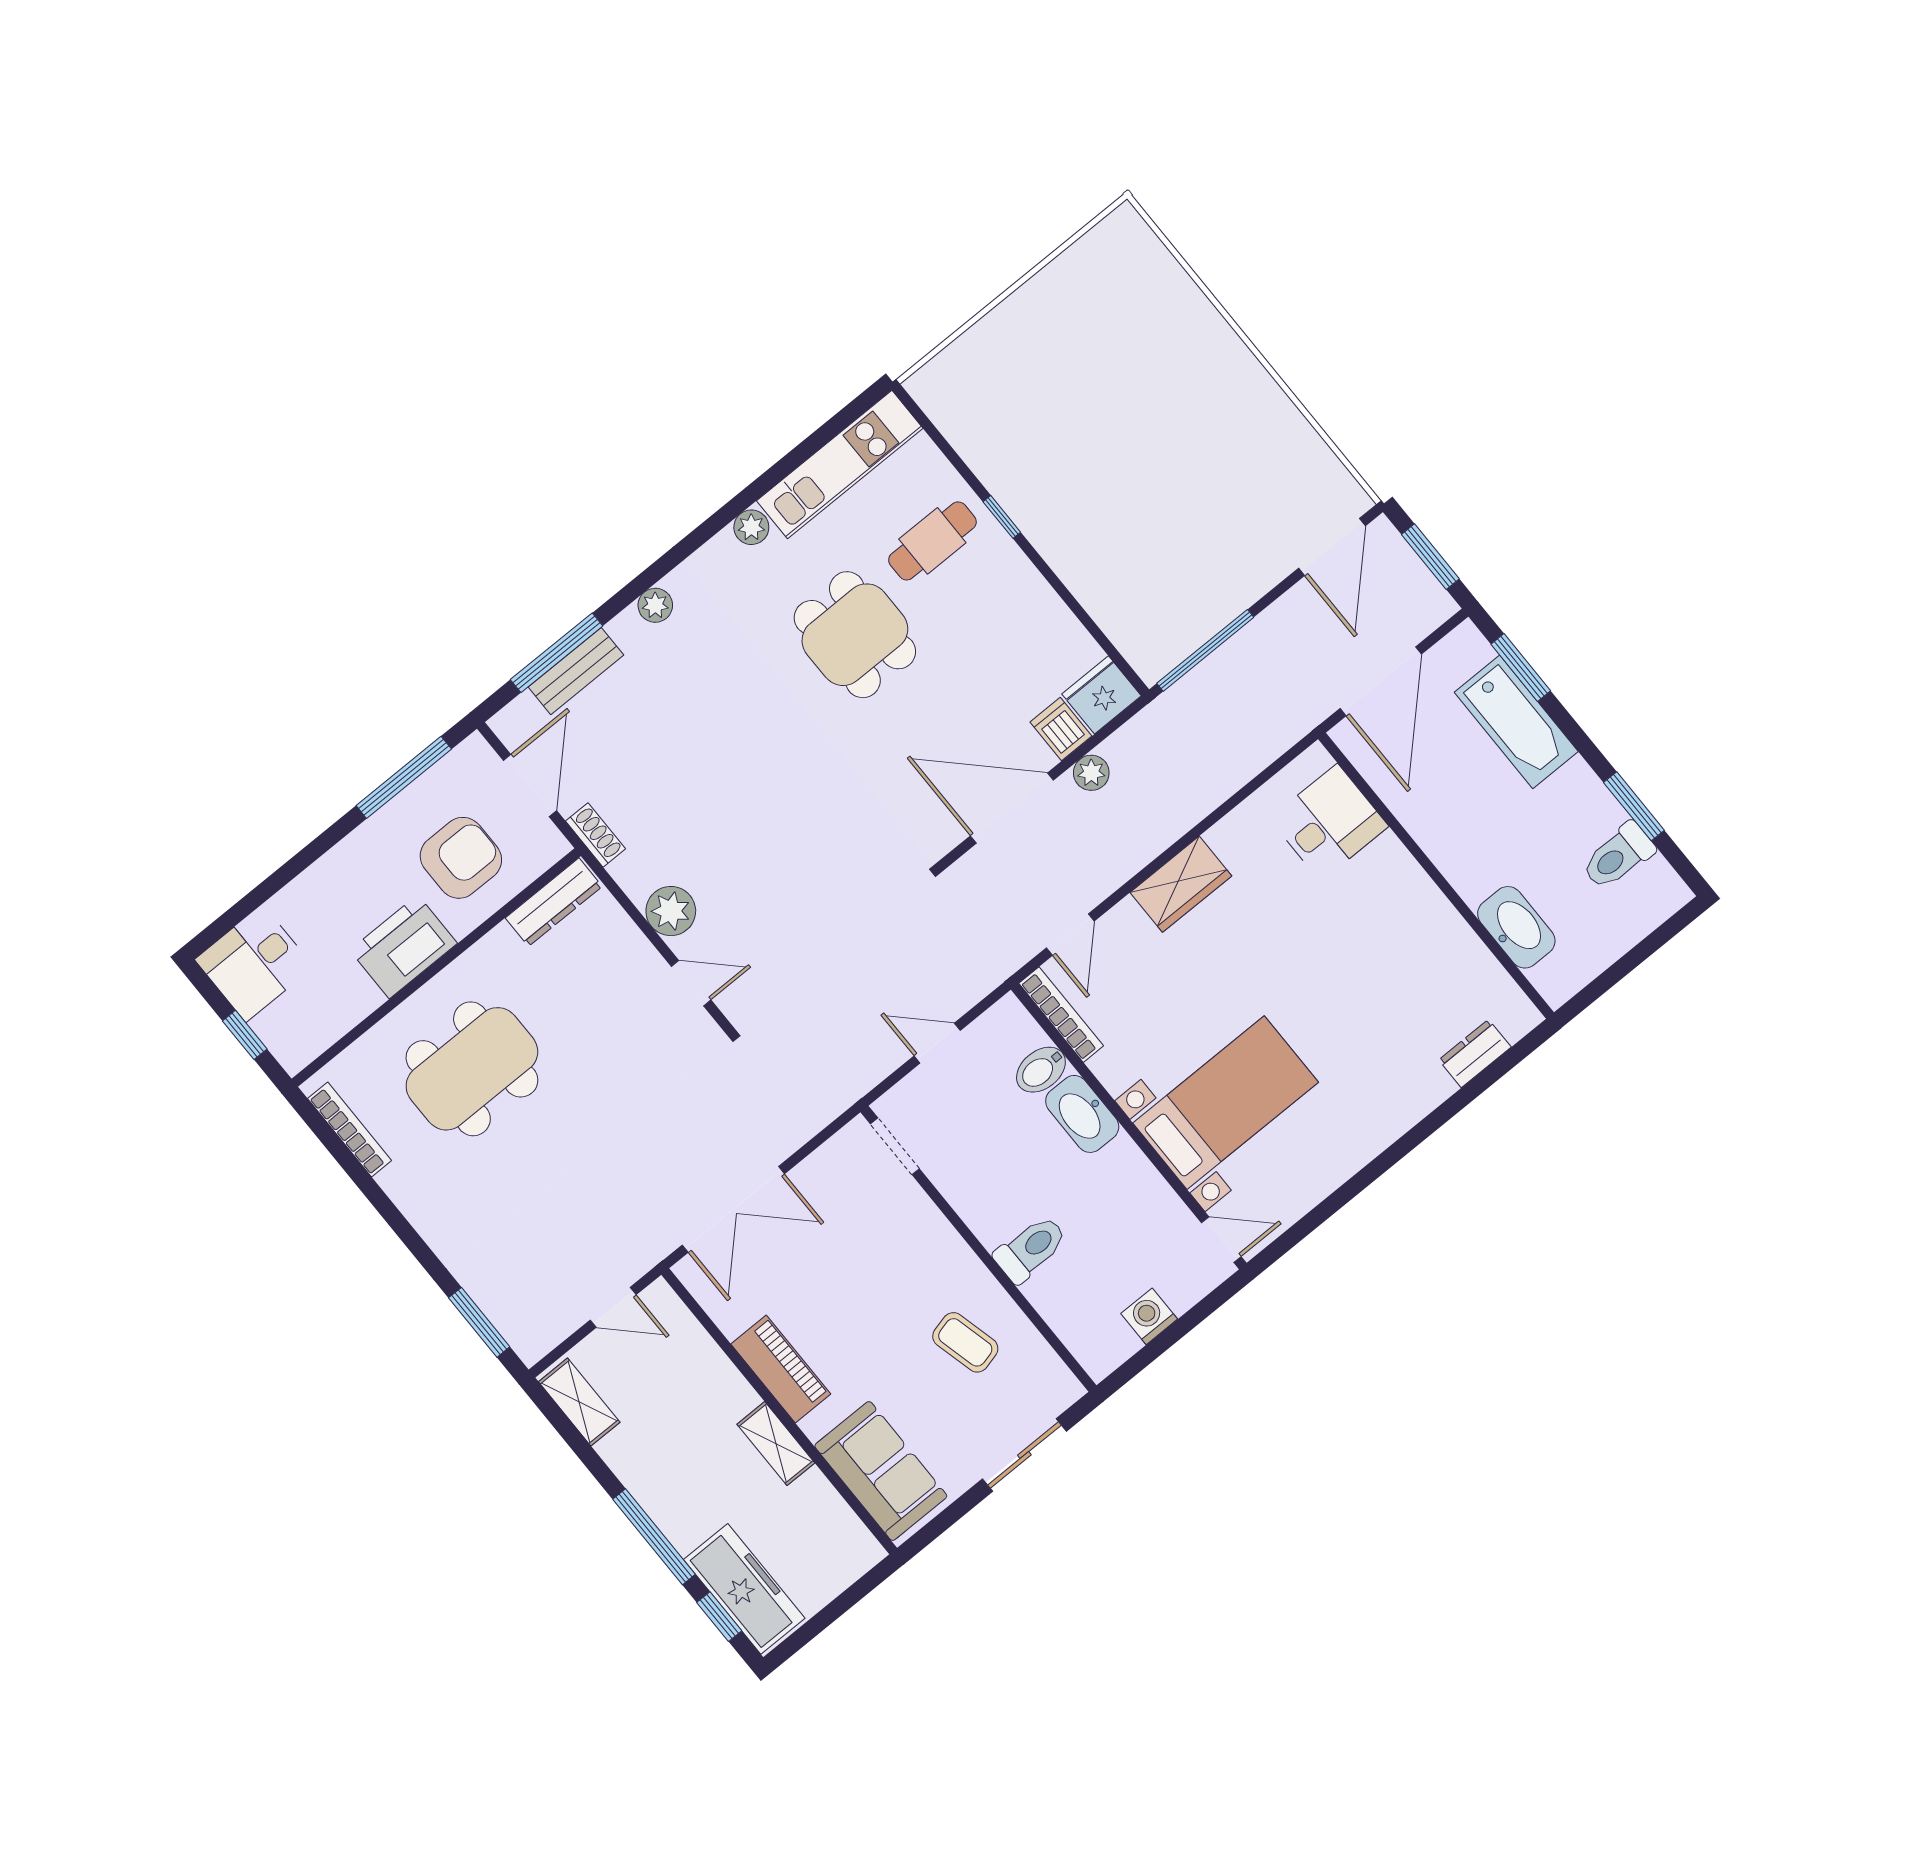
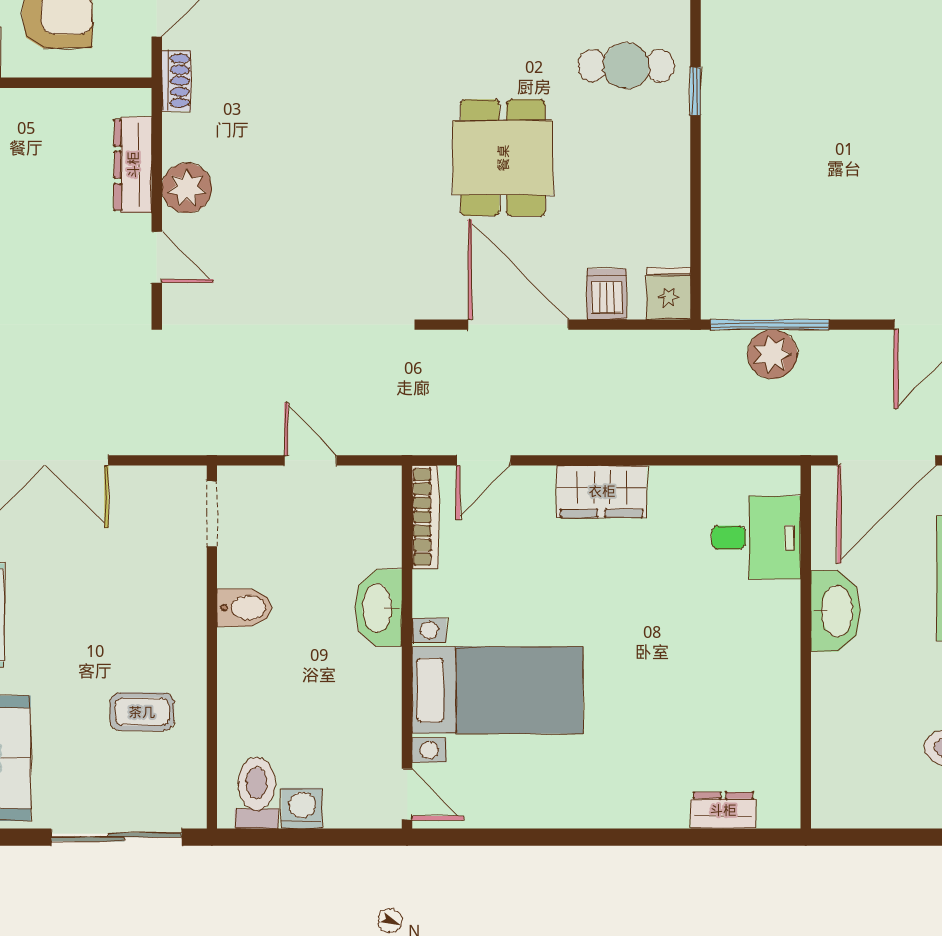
dining table: (855, 635) -> (503, 158), moved
fridge: (1102, 695) -> (668, 293), width x0.72
plant: (1091, 773) -> (772, 354), moved, width x1.38, depth x1.38
dresser: (554, 902) -> (133, 165), moved, turned 90
washbasin: (1516, 927) -> (836, 611), moved
bidet: (1041, 1070) -> (244, 608), moved, turned 180
toilet: (1031, 1249) -> (257, 793), moved, turned -90
coffee table: (965, 1342) -> (142, 712), turned -76
sliding door: (1024, 1455) -> (116, 837), width x1.37

